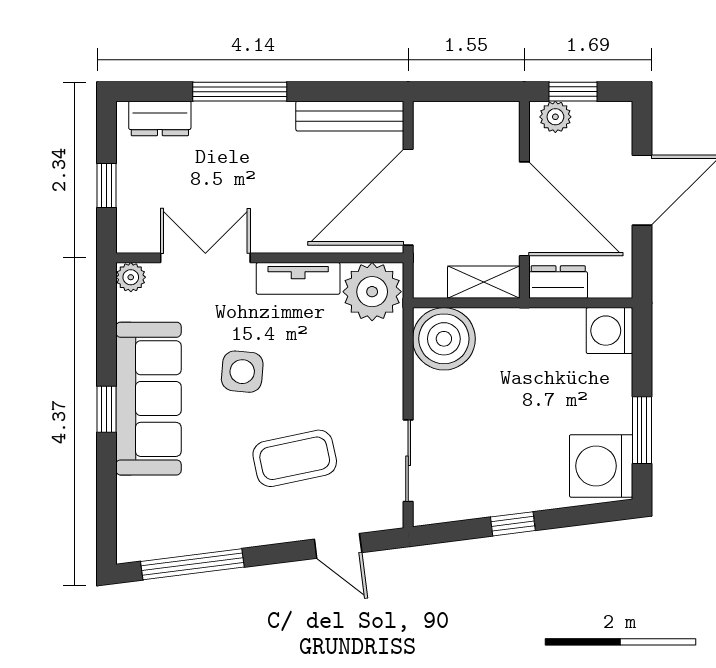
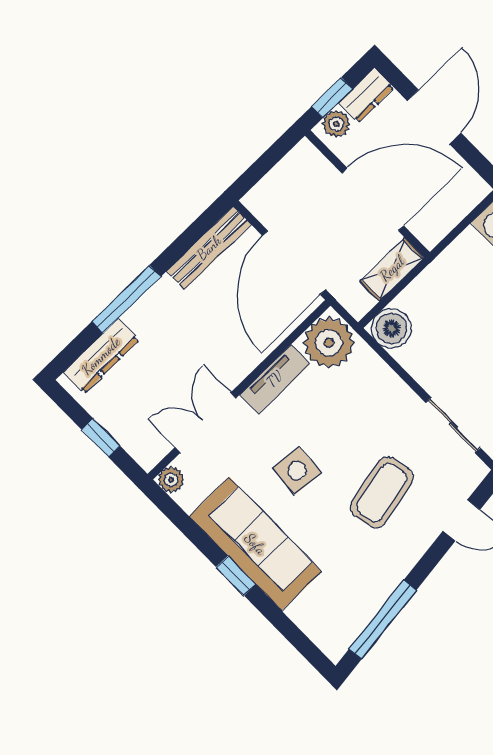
dresser: (160, 118) -> (101, 356), width x1.44
dresser: (558, 282) -> (366, 95), moved, turned 180
boiler: (444, 339) -> (391, 328), width x0.73, depth x0.73

